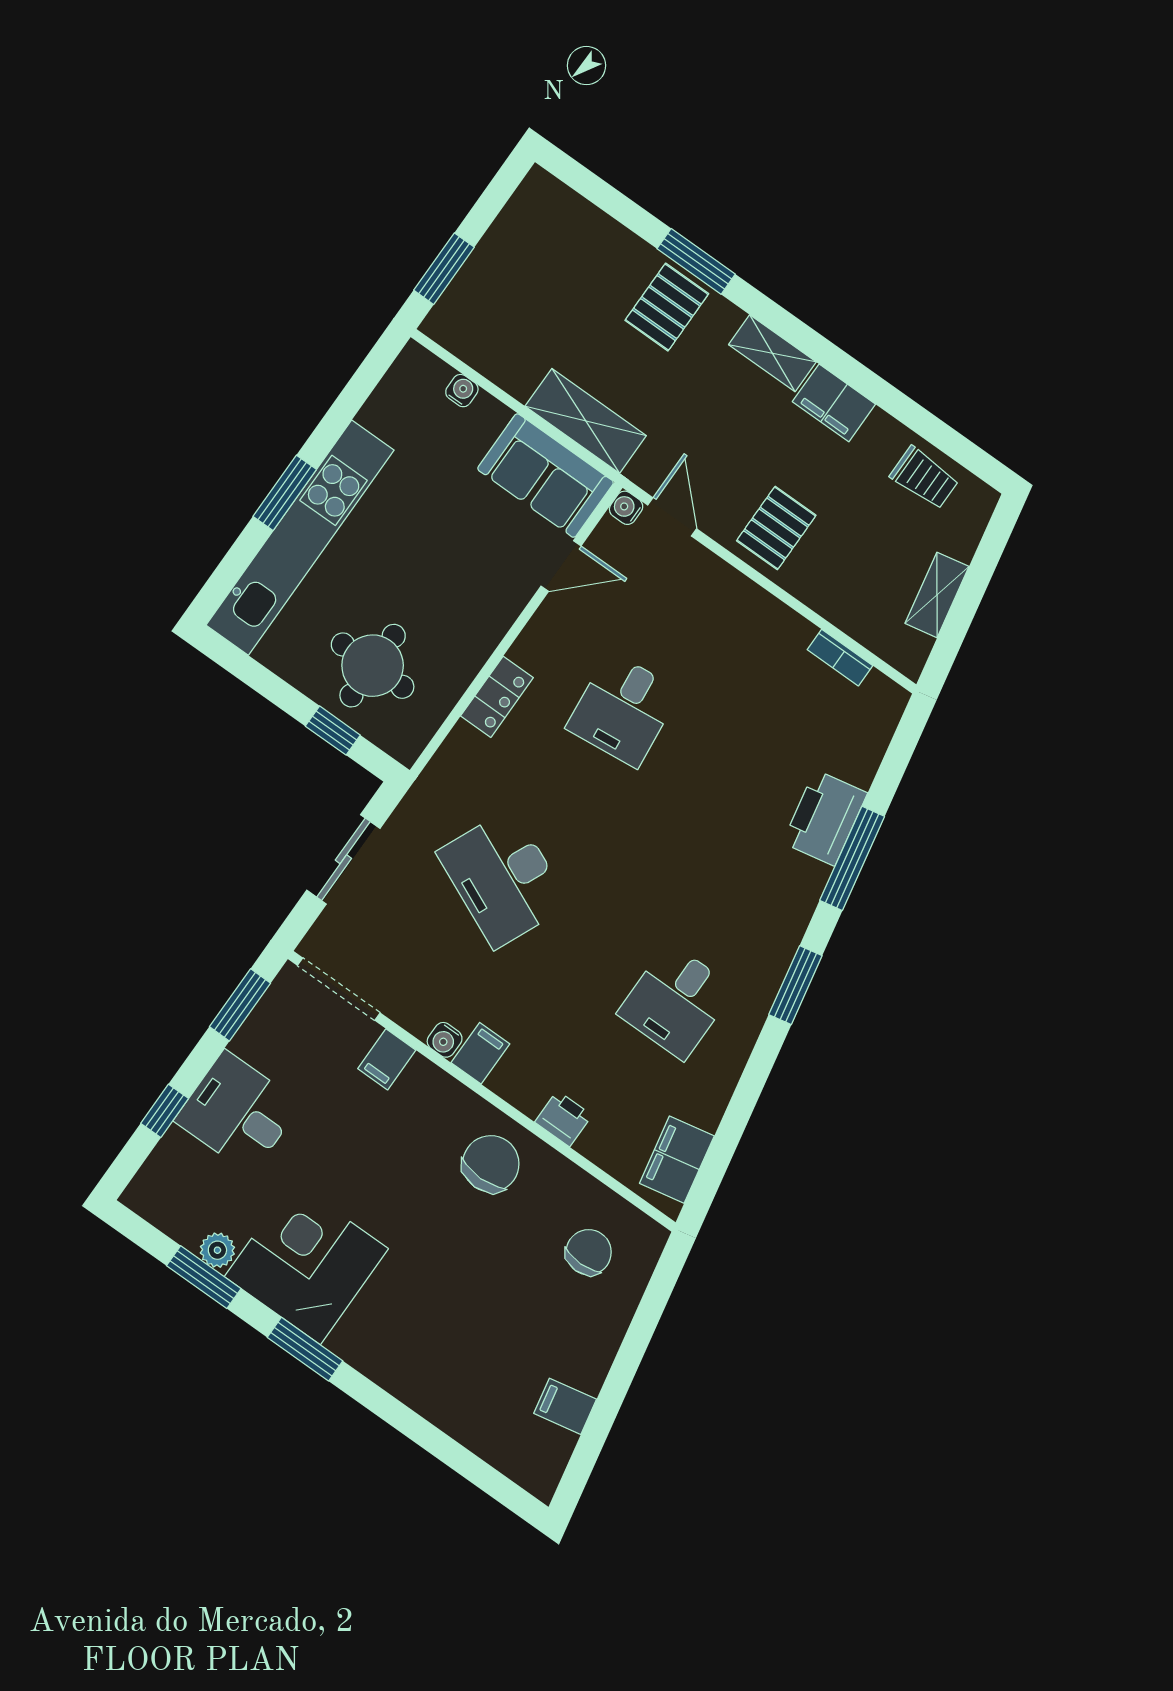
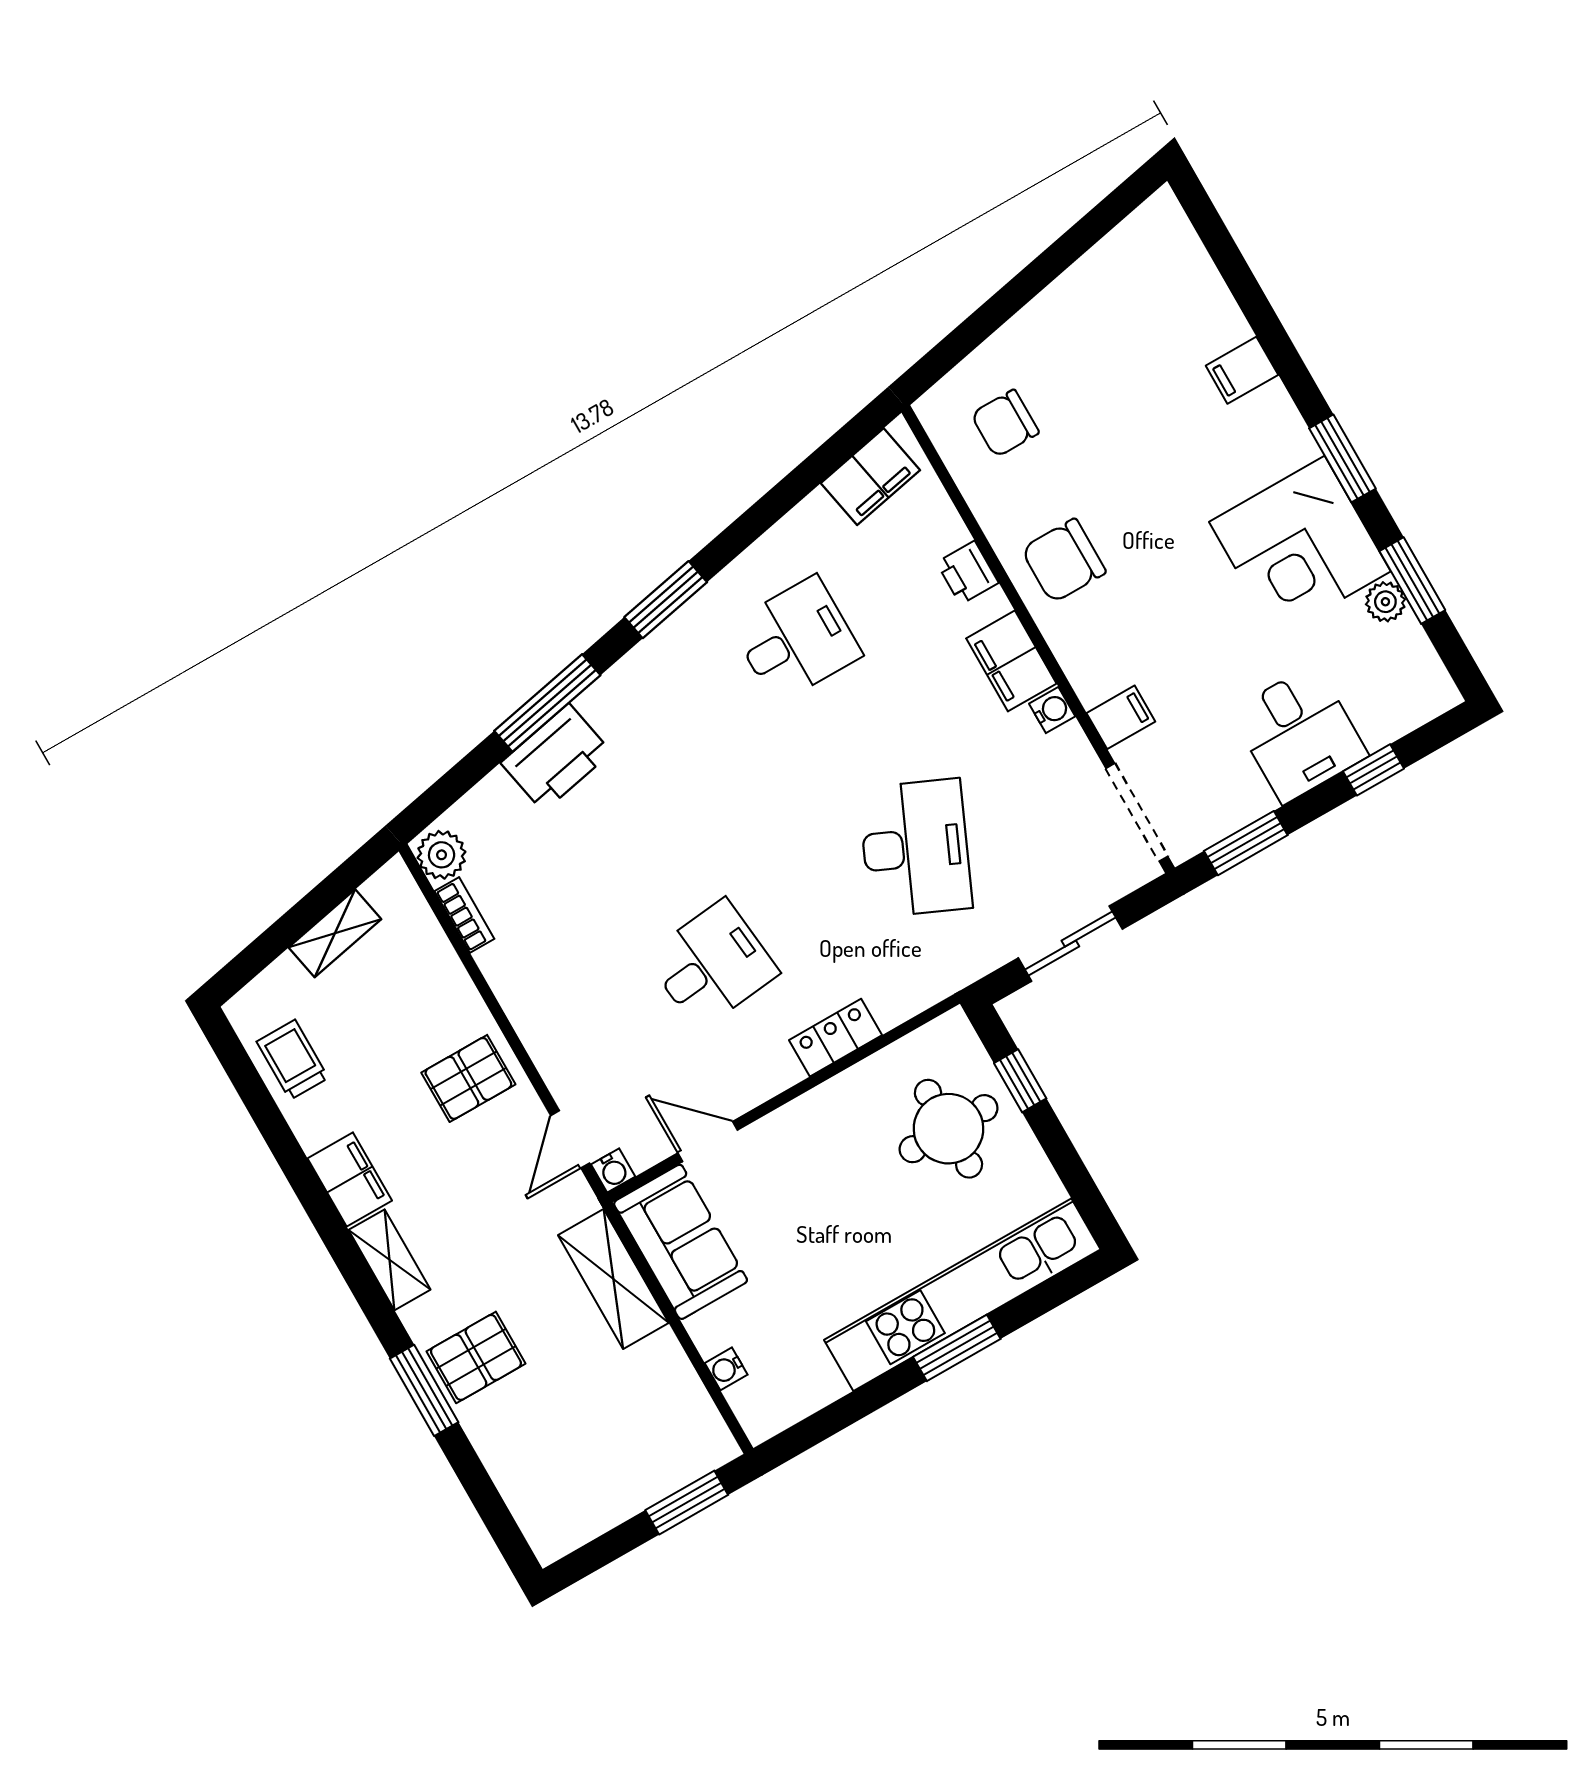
plant: (881, 697) -> (442, 855), added
filing cabinet: (480, 1053) -> (1011, 661), width x2.00
filing cabinet: (565, 1406) -> (1242, 370), moved, turned 101

